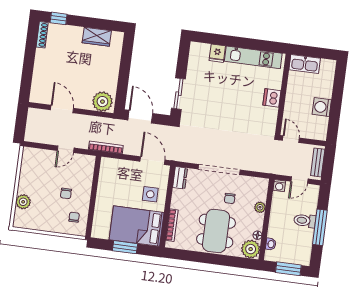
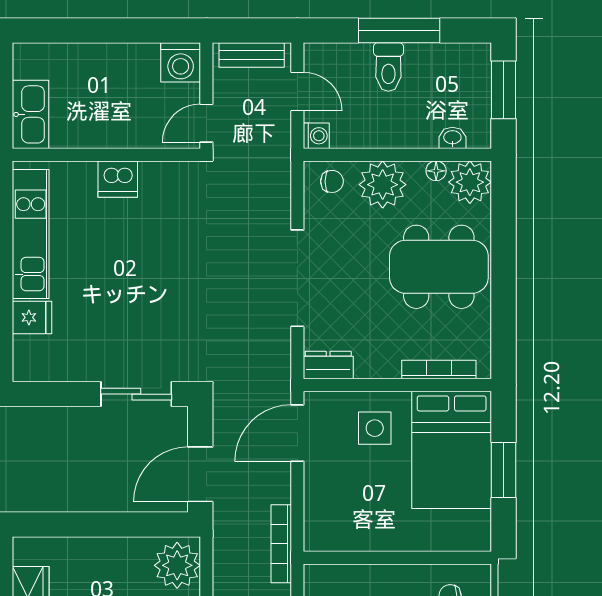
washing machine: (322, 107) -> (181, 62), moved
chair: (230, 198) -> (332, 181), moved
plant: (260, 207) -> (383, 185), width x1.87, depth x1.87

